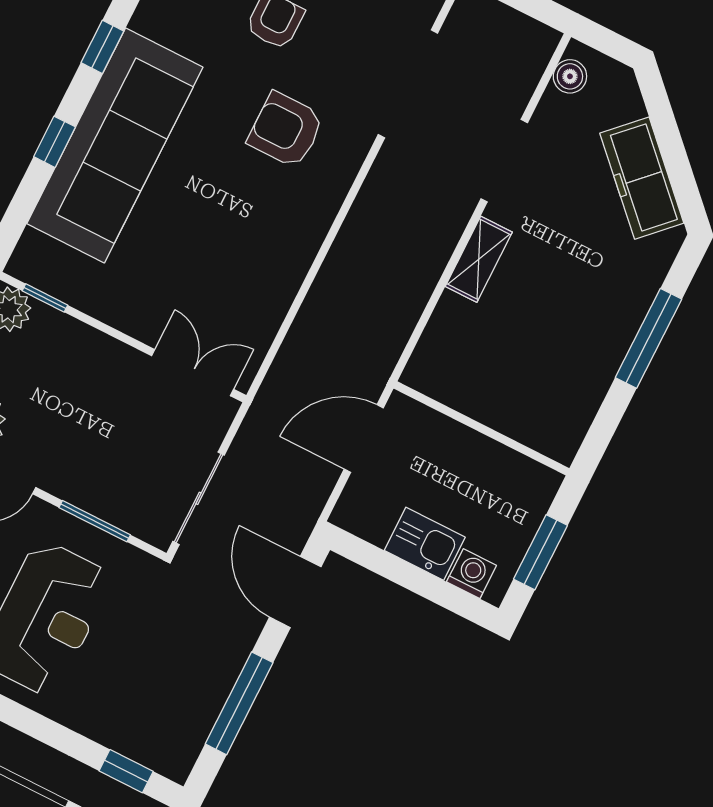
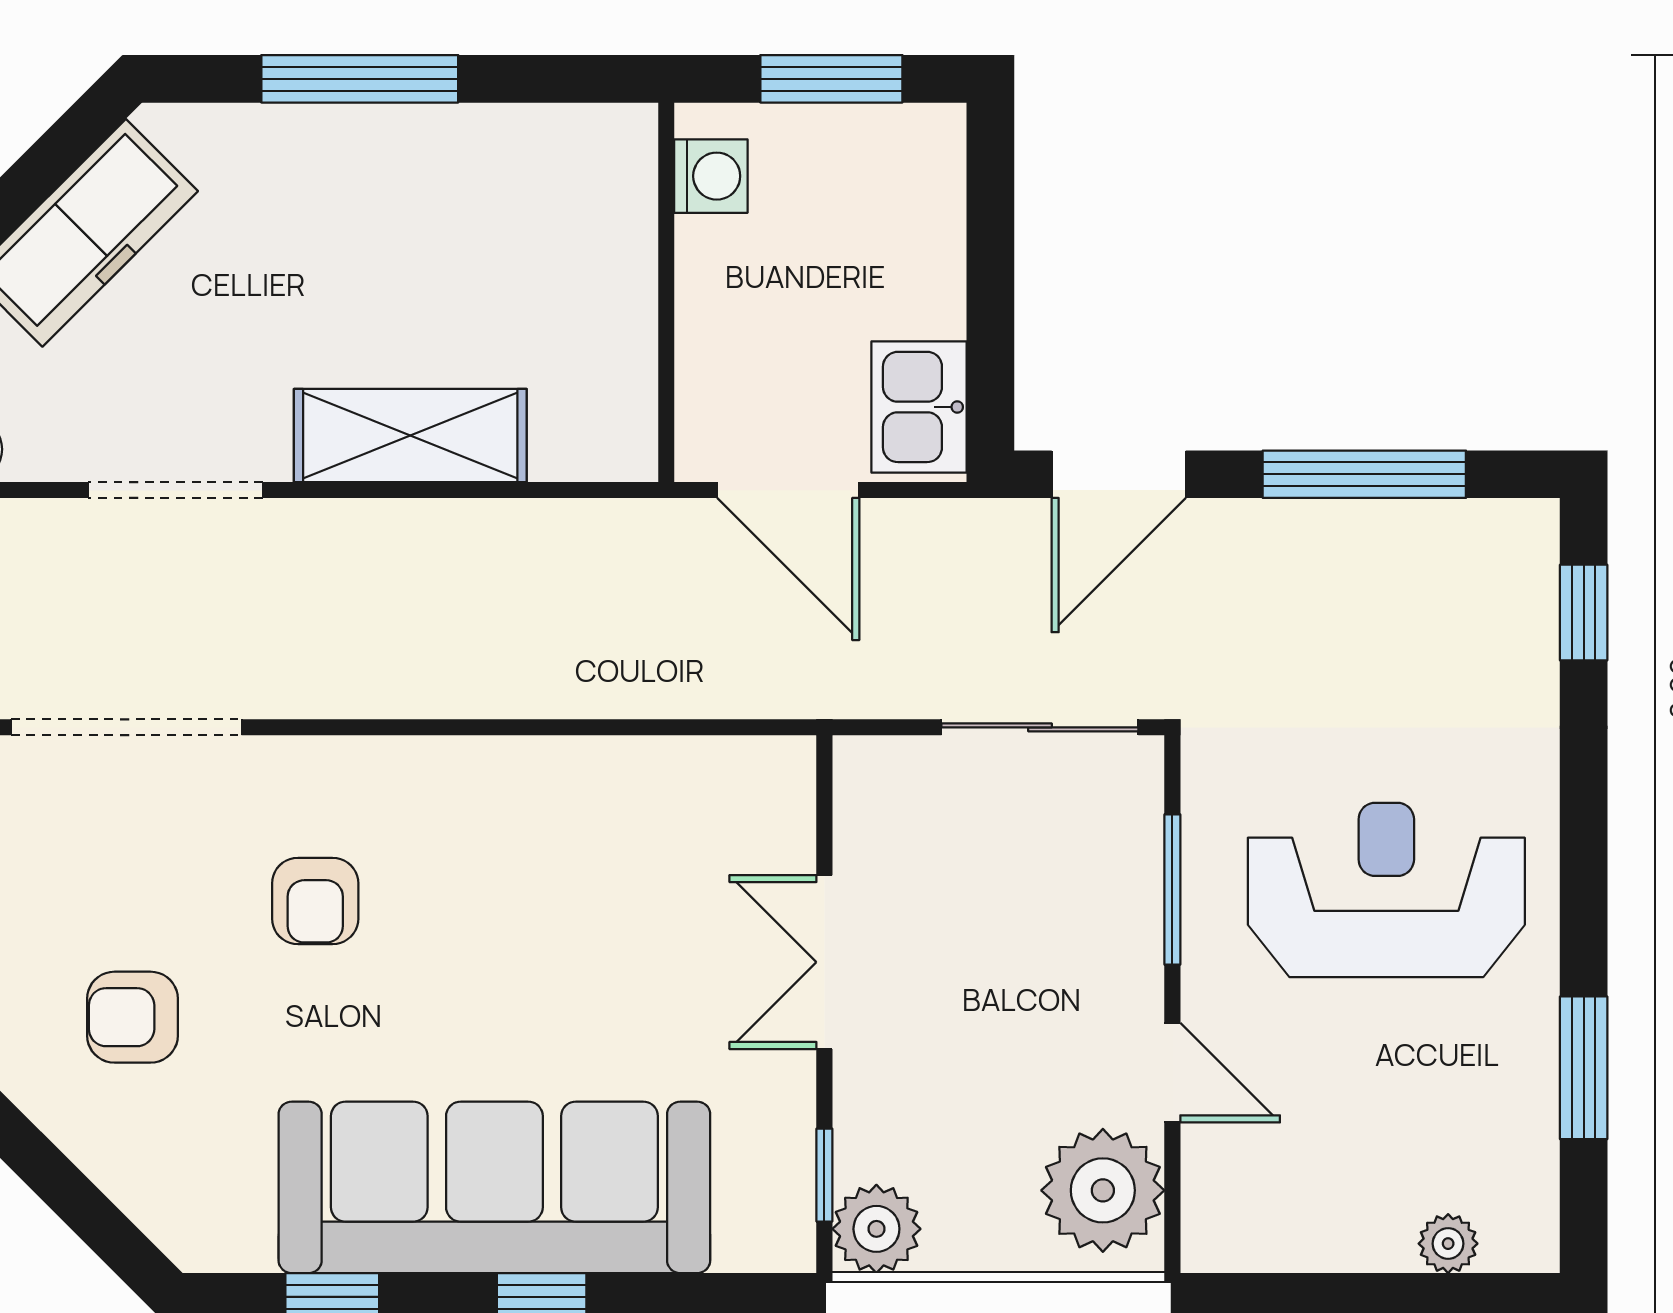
armchair: (286, 130) -> (315, 901), width x0.72, depth x0.72
shelving: (479, 259) -> (410, 436), width x1.50, depth x1.33
double door: (193, 373) -> (824, 962), moved
kitchen sink: (425, 544) -> (919, 407), moved
washing machine: (472, 574) -> (711, 176), moved, turned 180

